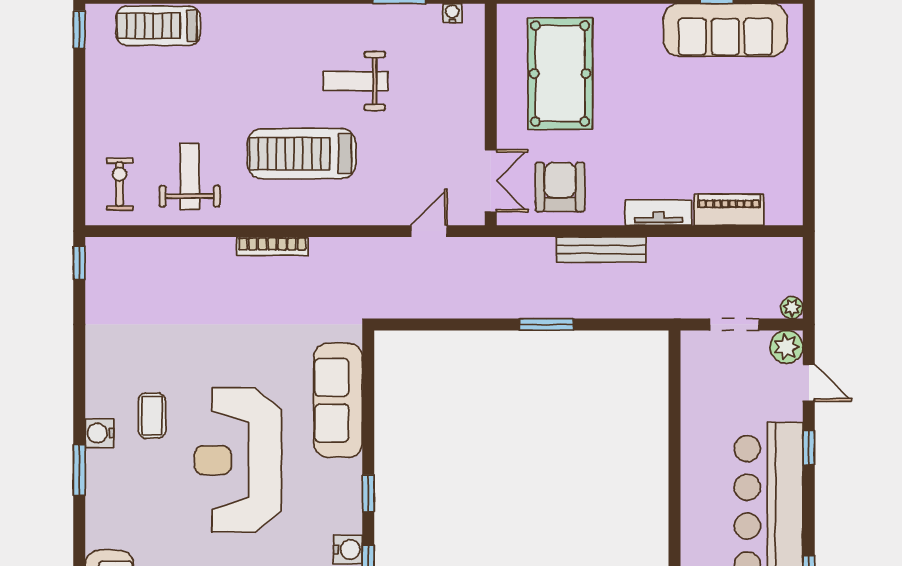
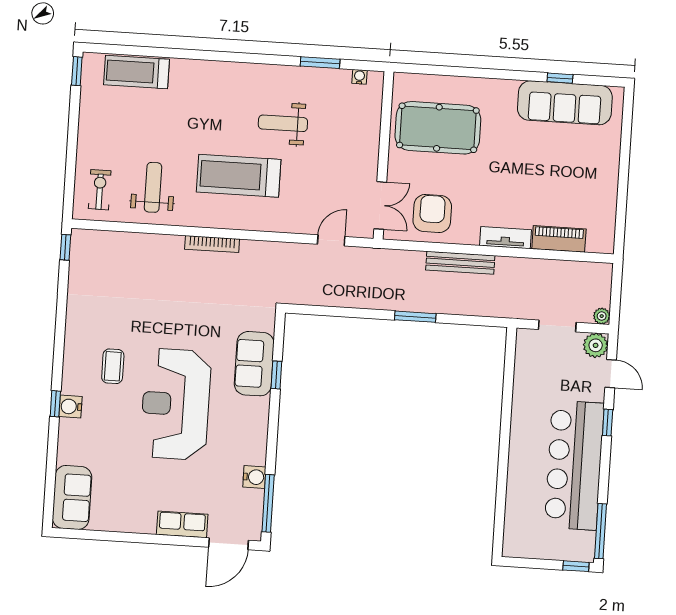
pool table: (560, 74) -> (438, 128), turned 90
sofa: (338, 400) -> (254, 364), width x0.73
water cooler: (100, 433) -> (70, 407), moved
window: (79, 470) -> (55, 404), width x0.67
window: (368, 493) -> (276, 375), moved

